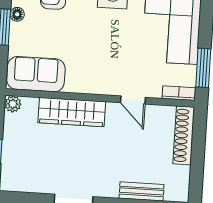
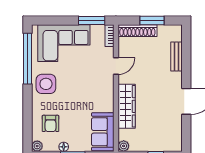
window: (198, 158) -> (152, 21), added

